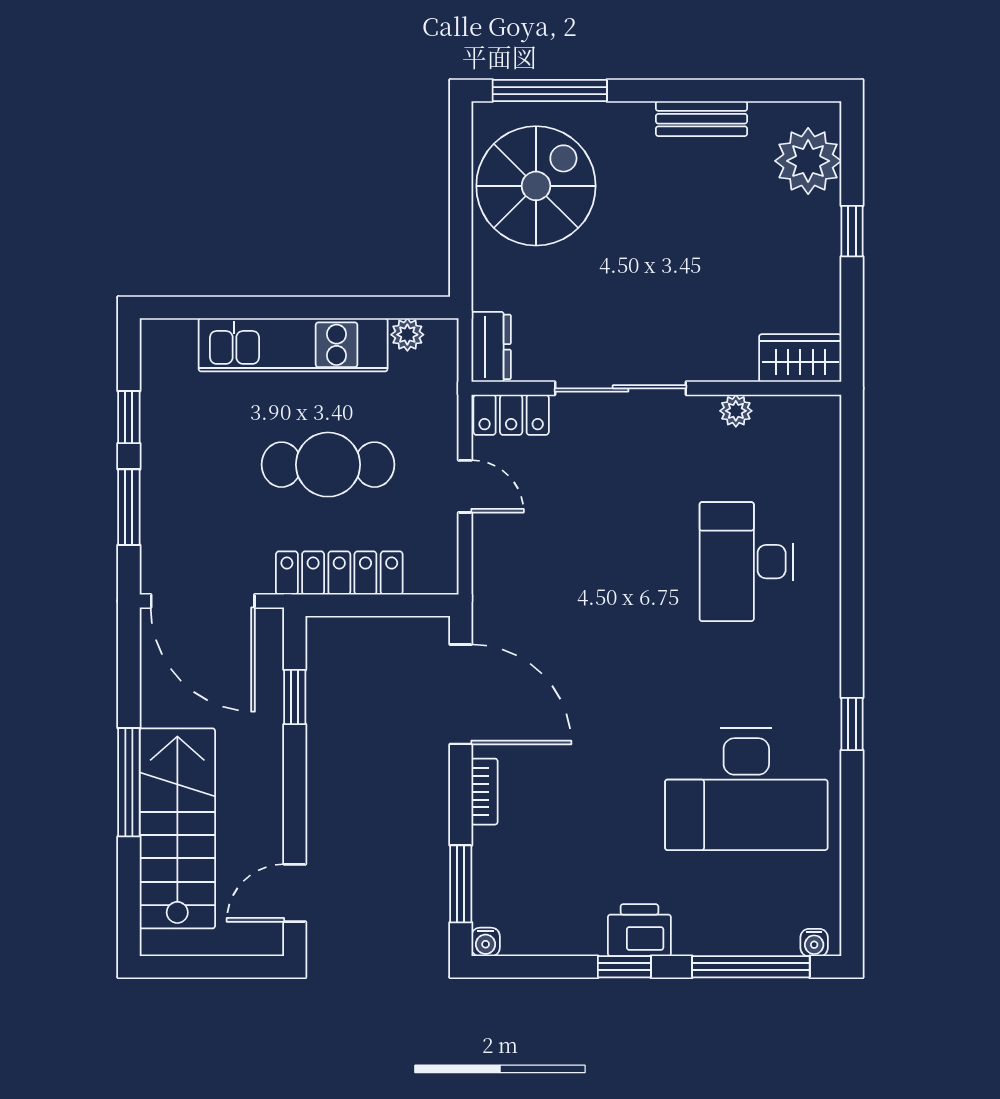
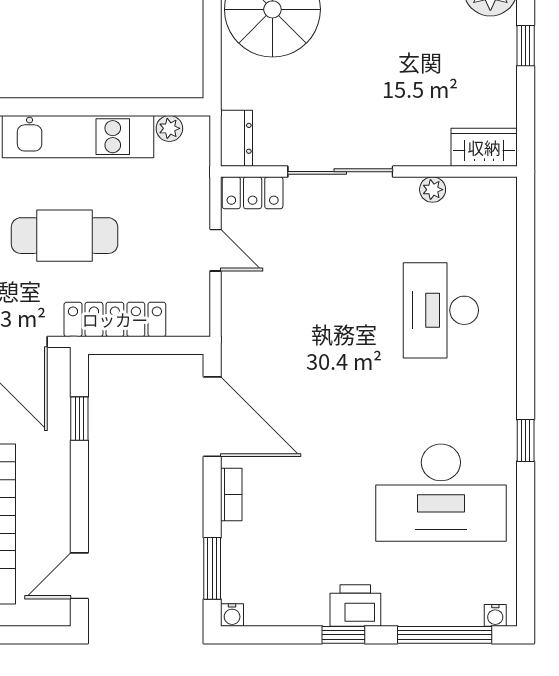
cafe table: (328, 465) -> (65, 236), moved

